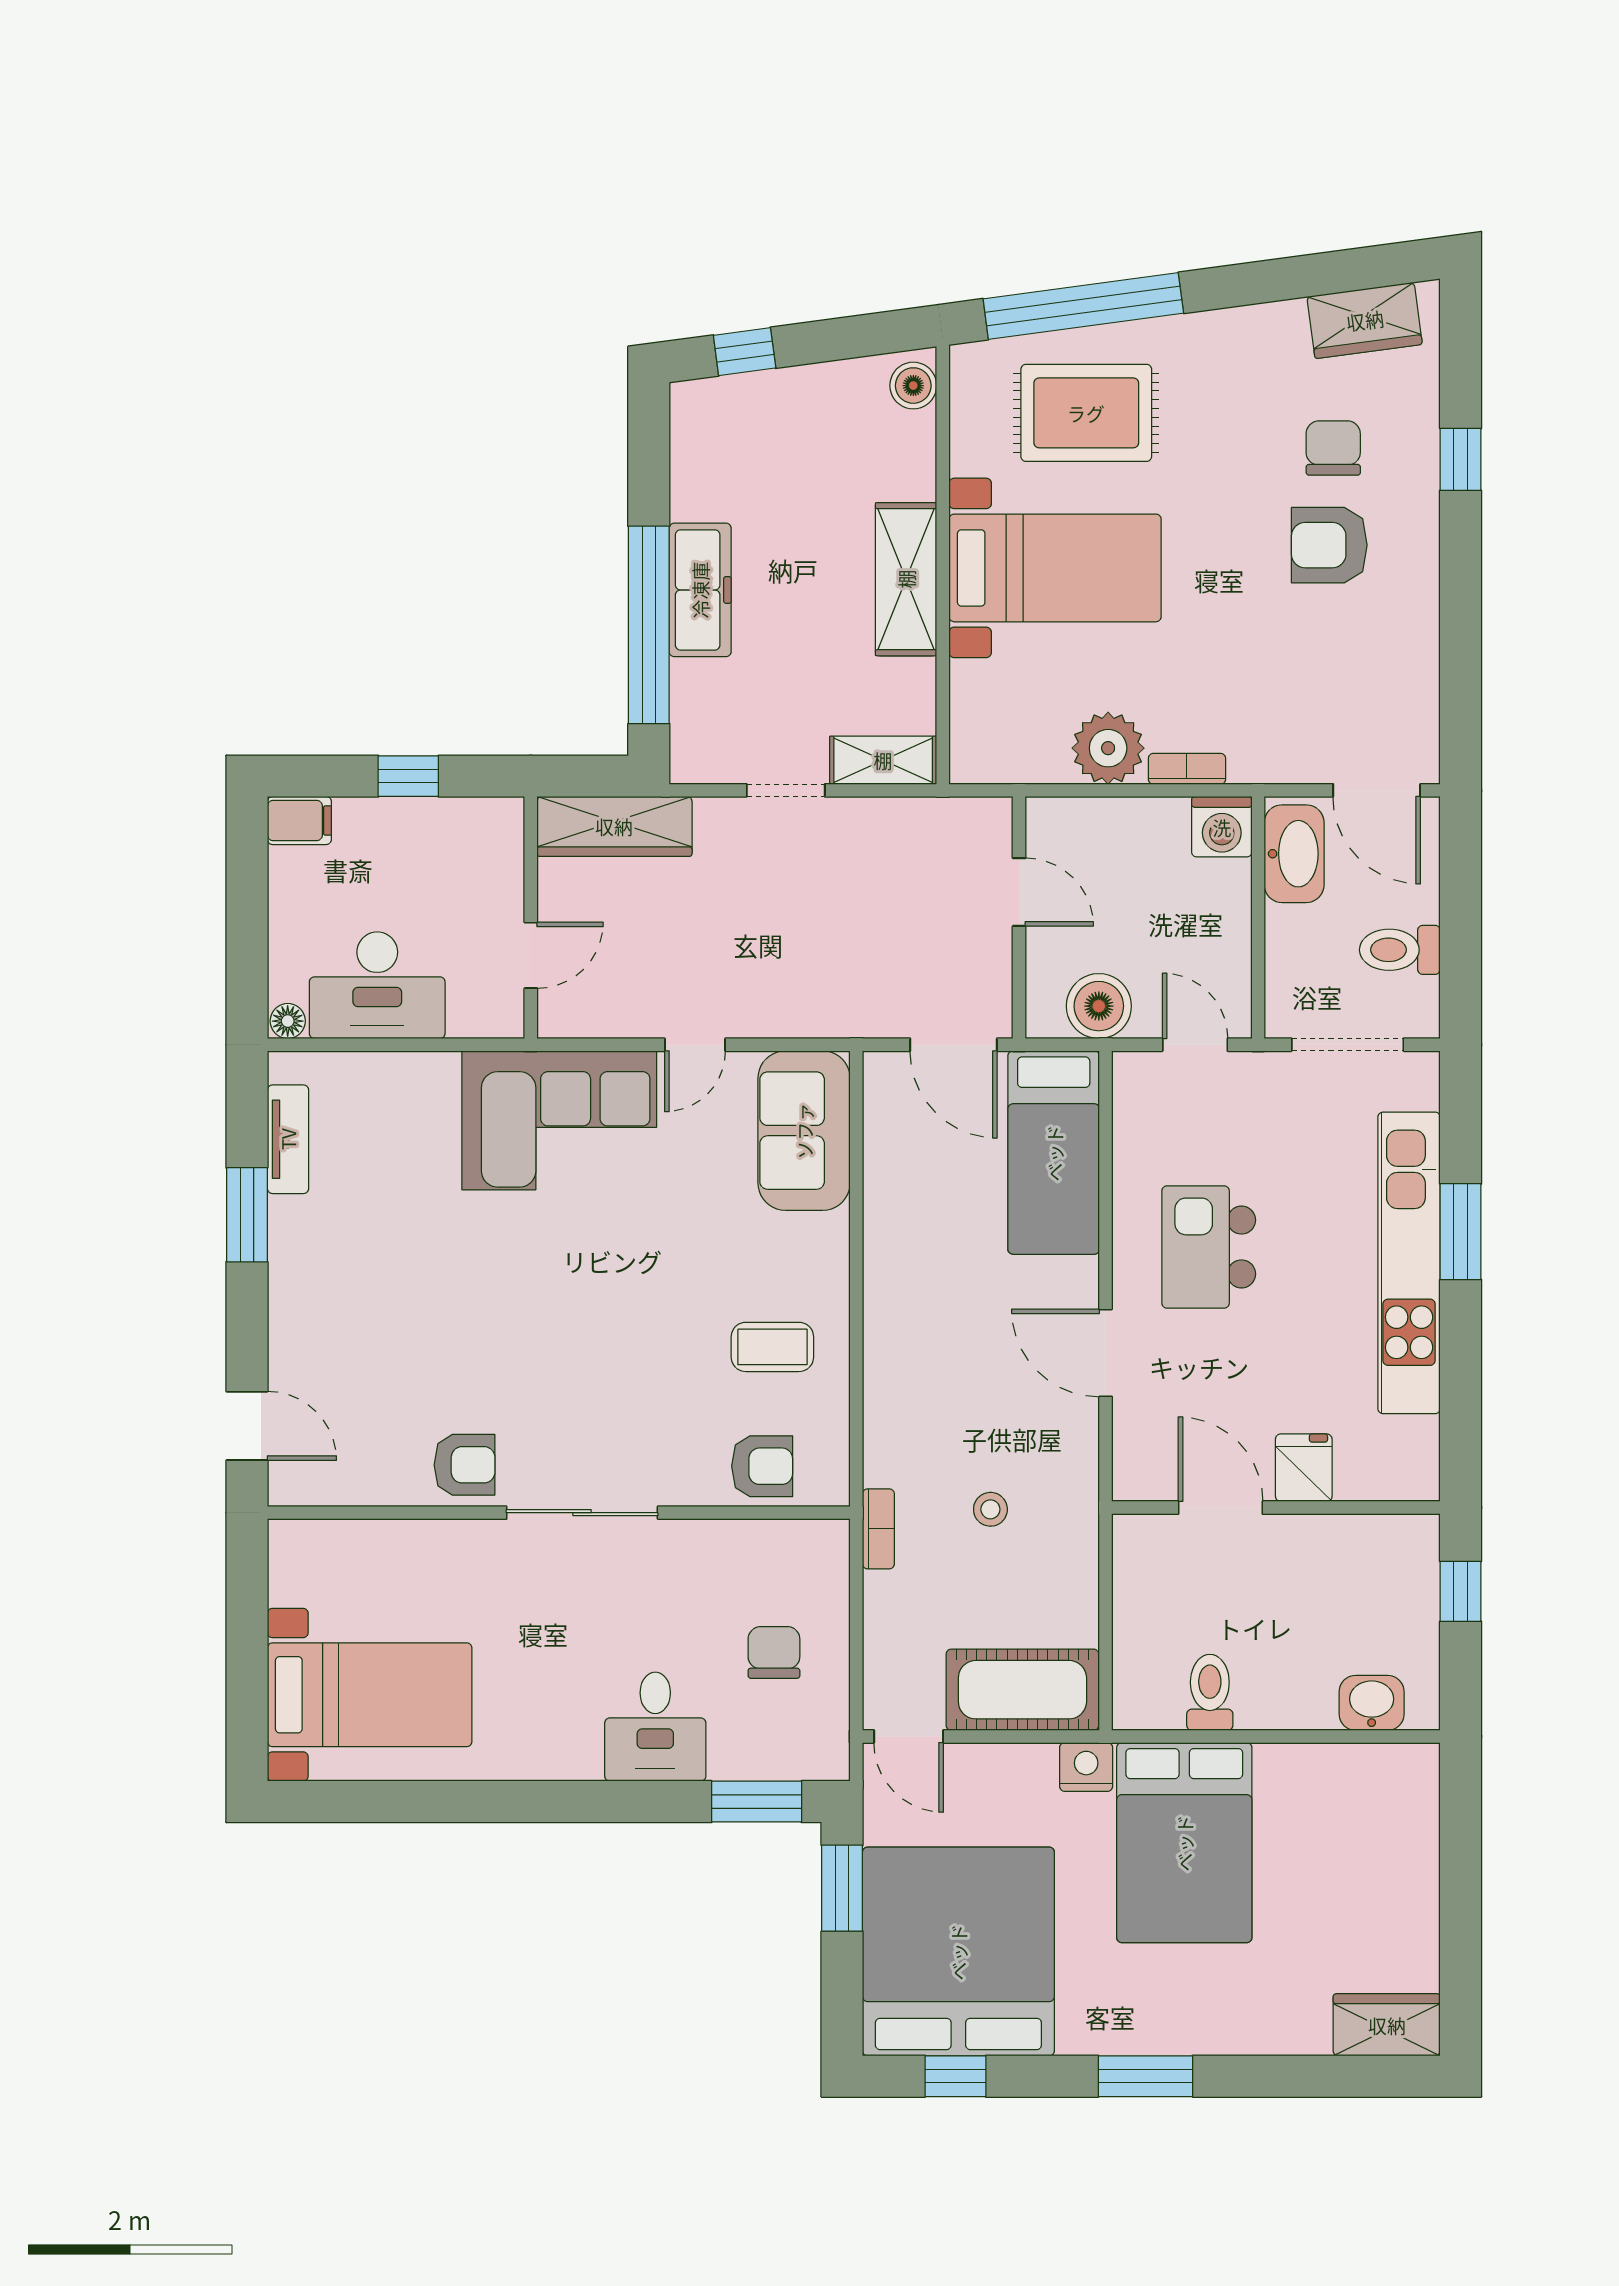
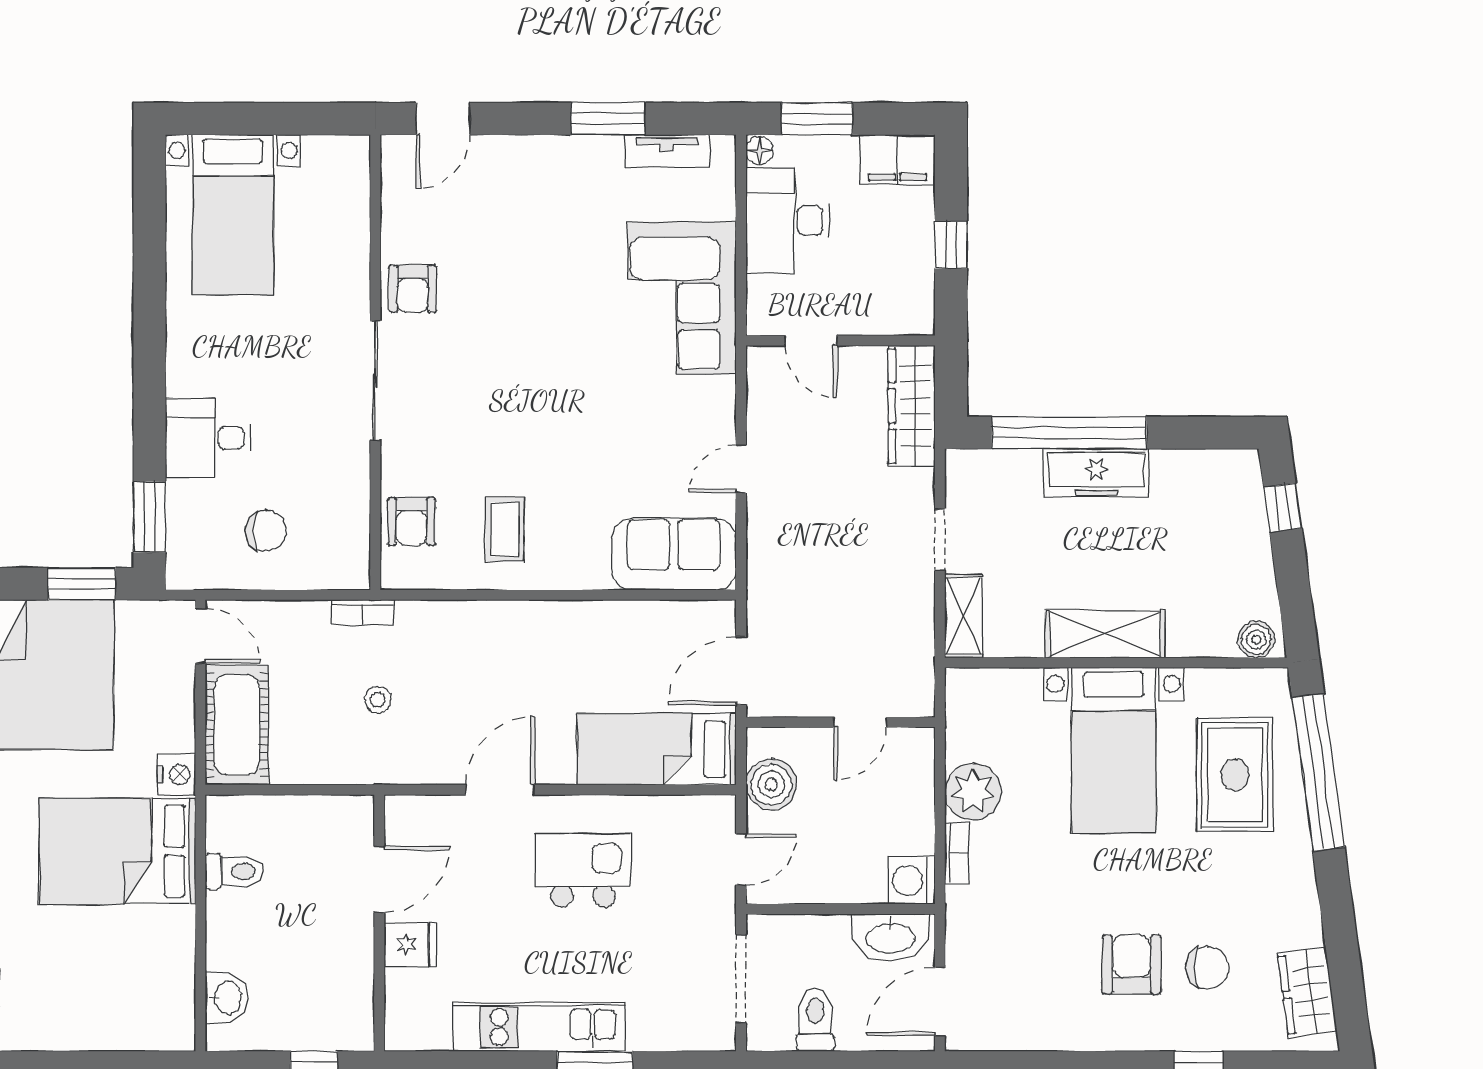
filing cabinet: (299, 821) -> (897, 160), width x2.00
window: (247, 947) -> (817, 119), added
door: (695, 1045) -> (741, 469), hinge flipped
corner sofa: (559, 1120) -> (682, 298), moved
kitchen unit: (1409, 1263) -> (539, 1027), width x0.73
door: (909, 1736) -> (200, 636), swing flipped

